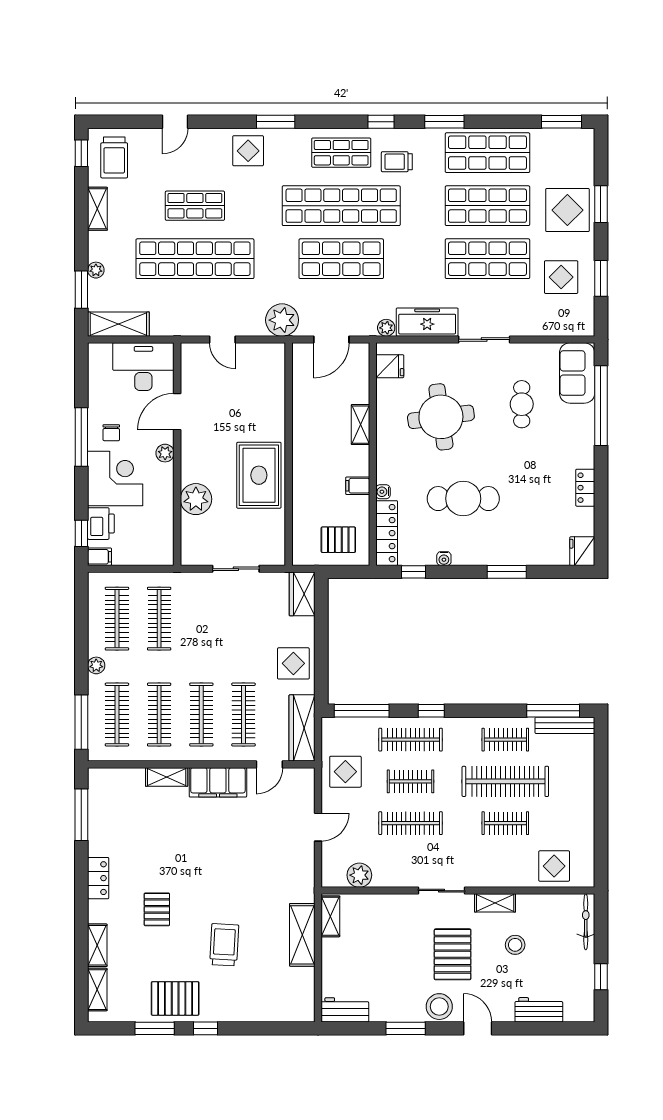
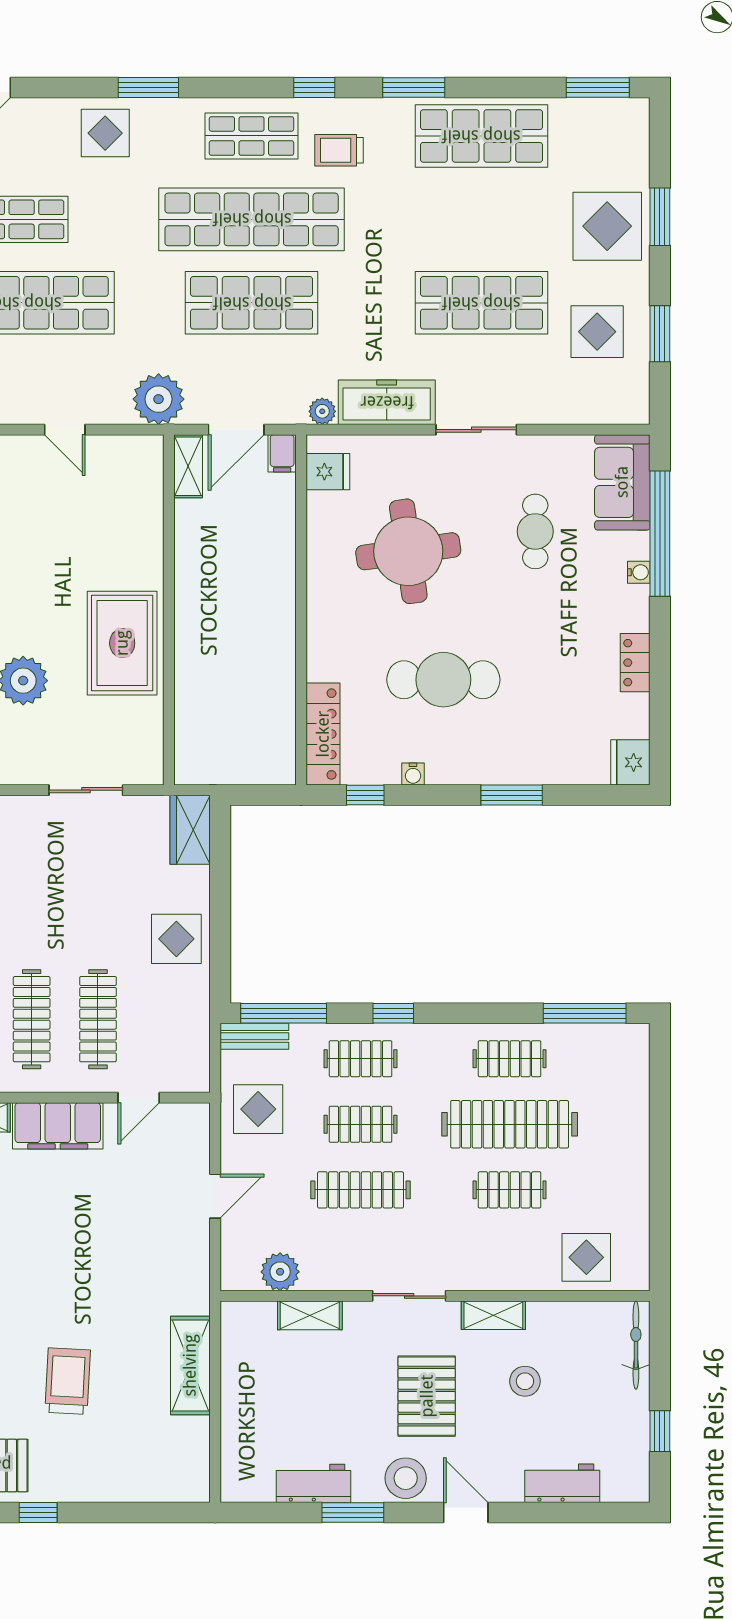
shop shelf: (487, 206) -> (481, 219), removed
shelving: (361, 425) -> (188, 466), moved
filing cabinet: (358, 486) -> (282, 453), moved, turned -90
water cooler: (383, 492) -> (639, 572), moved, turned 180
pallet: (338, 540) -> (247, 744), removed
bench: (565, 725) -> (254, 1036), moved, width x0.73
wardrobe: (302, 728) -> (190, 1040), removed
clothes rail: (411, 740) -> (361, 1059), width x0.73
shelving: (330, 916) -> (310, 1315), moved, turned 90
workbench: (345, 1010) -> (313, 1483), moved

